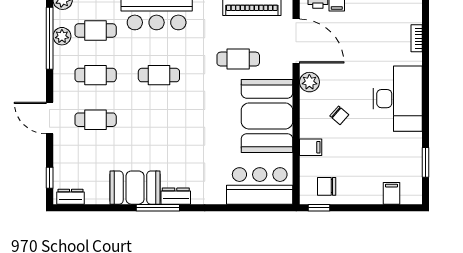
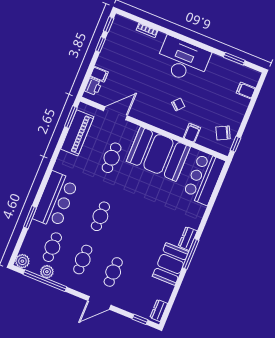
door: (296, 41) -> (115, 113), width x0.73
plant: (309, 82) -> (147, 116), removed
chair: (327, 186) -> (223, 133), turned 63

